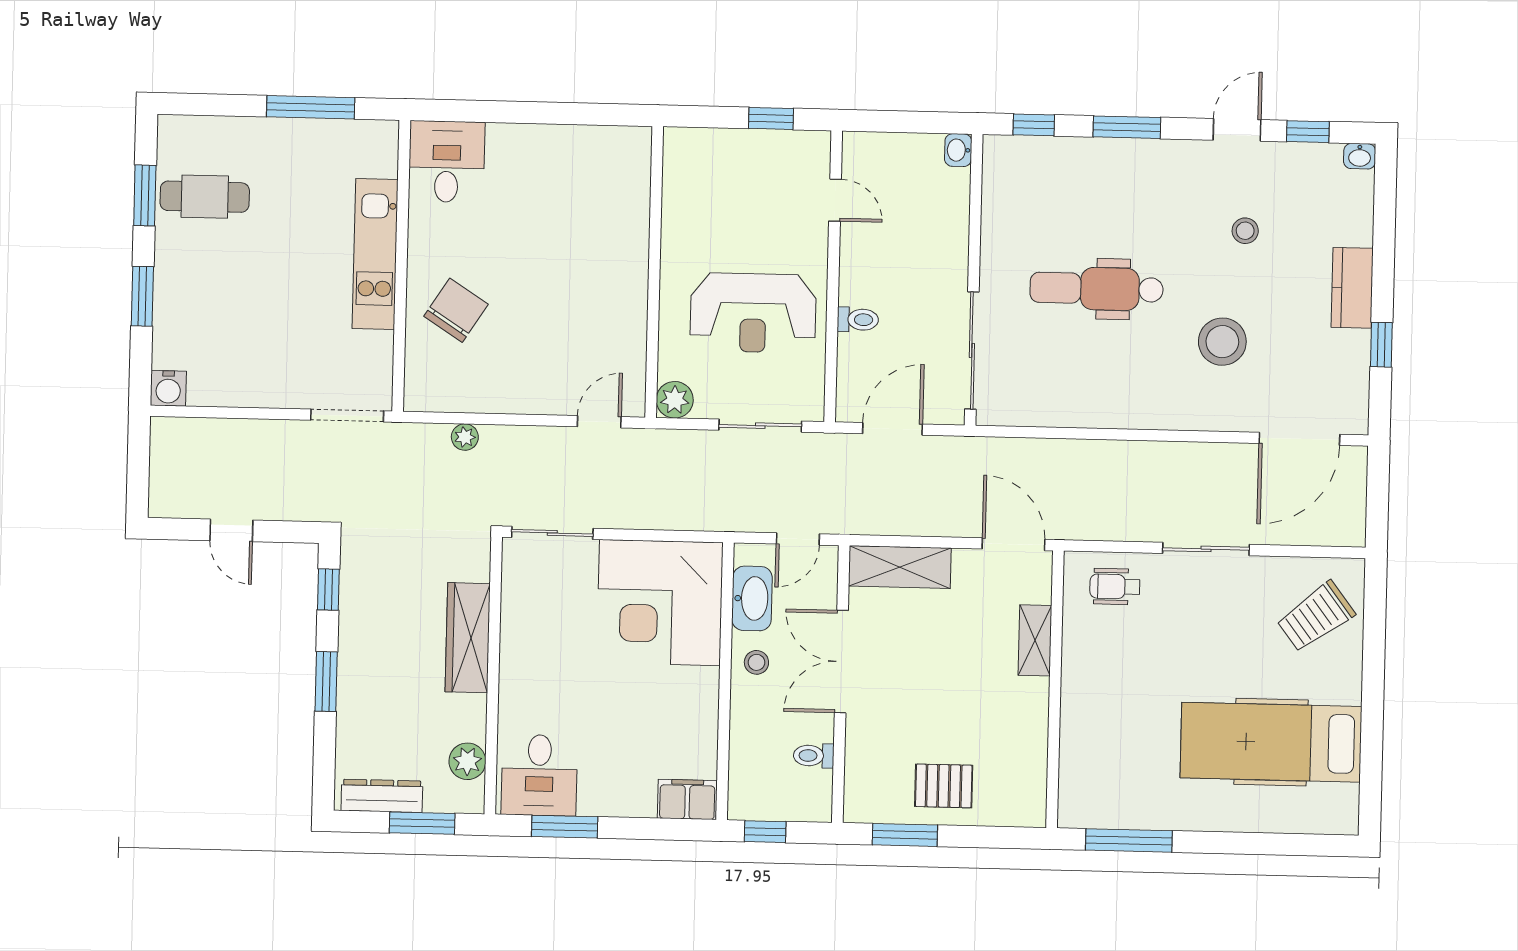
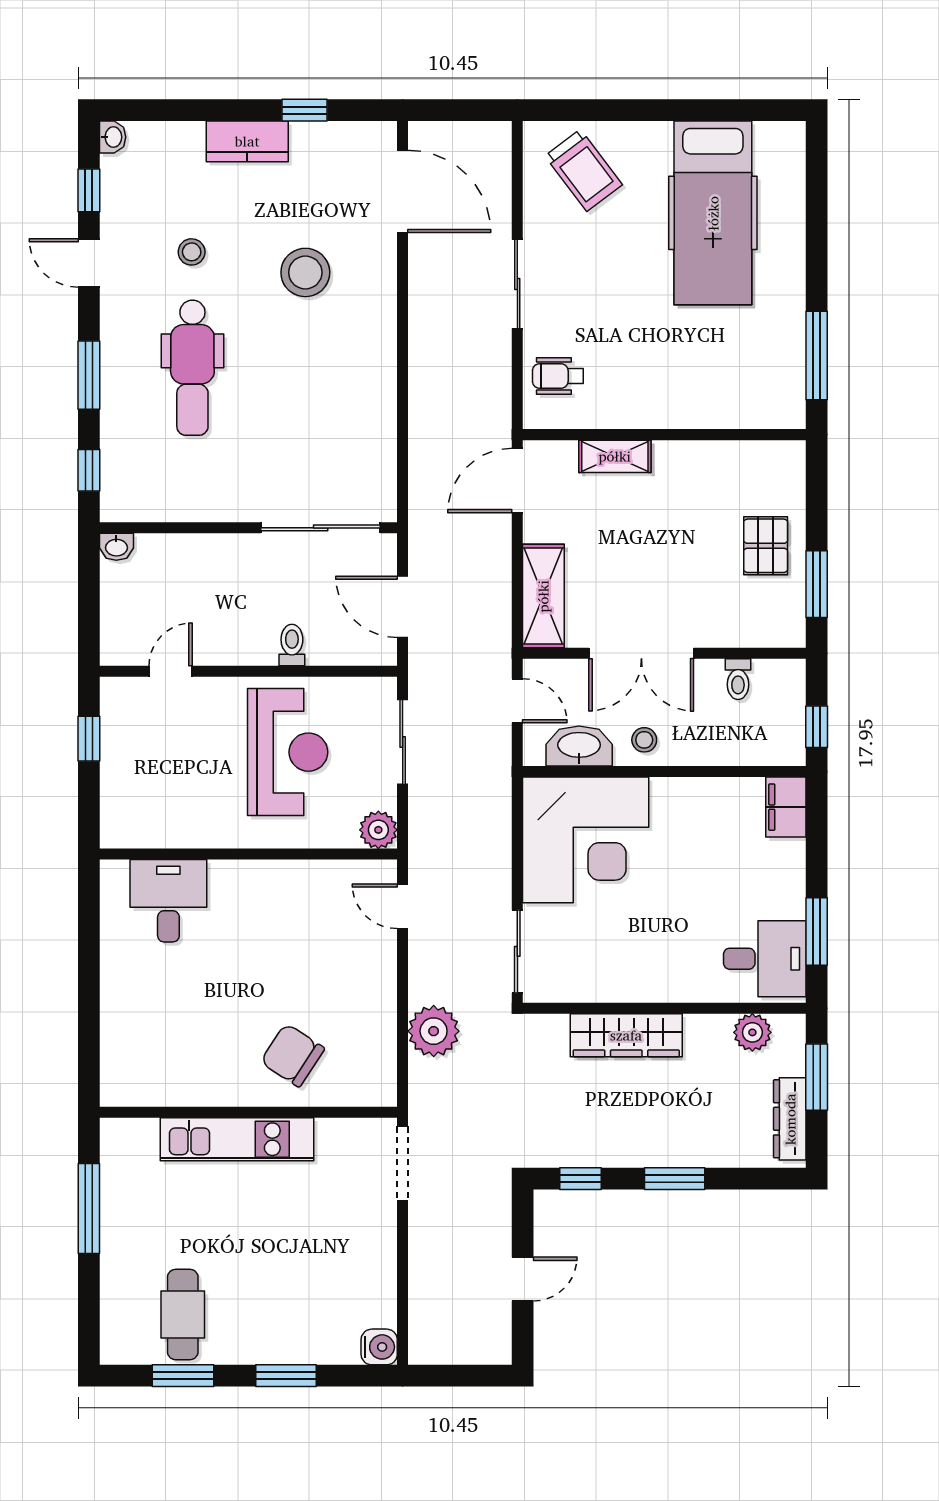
desk: (447, 162) -> (168, 901), moved, turned 90
dental chair: (1097, 289) -> (192, 368), moved
plant: (465, 437) -> (434, 1031), width x1.88, depth x1.88
wheelchair: (1115, 587) -> (558, 376), turned 90

